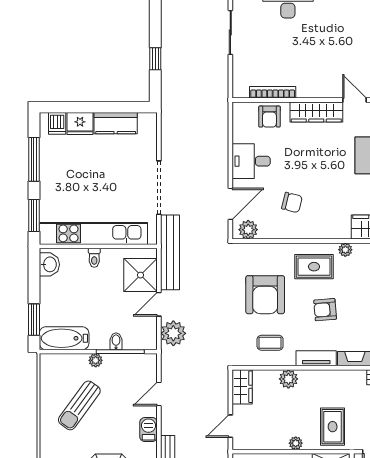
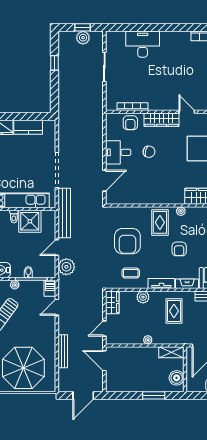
window: (155, 59) -> (54, 63), moved
chair: (292, 203) -> (149, 152), moved
plant: (248, 230) -> (116, 198), removed
rug: (314, 267) -> (160, 222), turned 90
shower: (140, 275) -> (30, 221), moved
armchair: (325, 310) -> (179, 249), moved, turned -85
rug: (333, 427) -> (174, 311), moved
barbecue: (149, 429) -> (50, 288), moved

